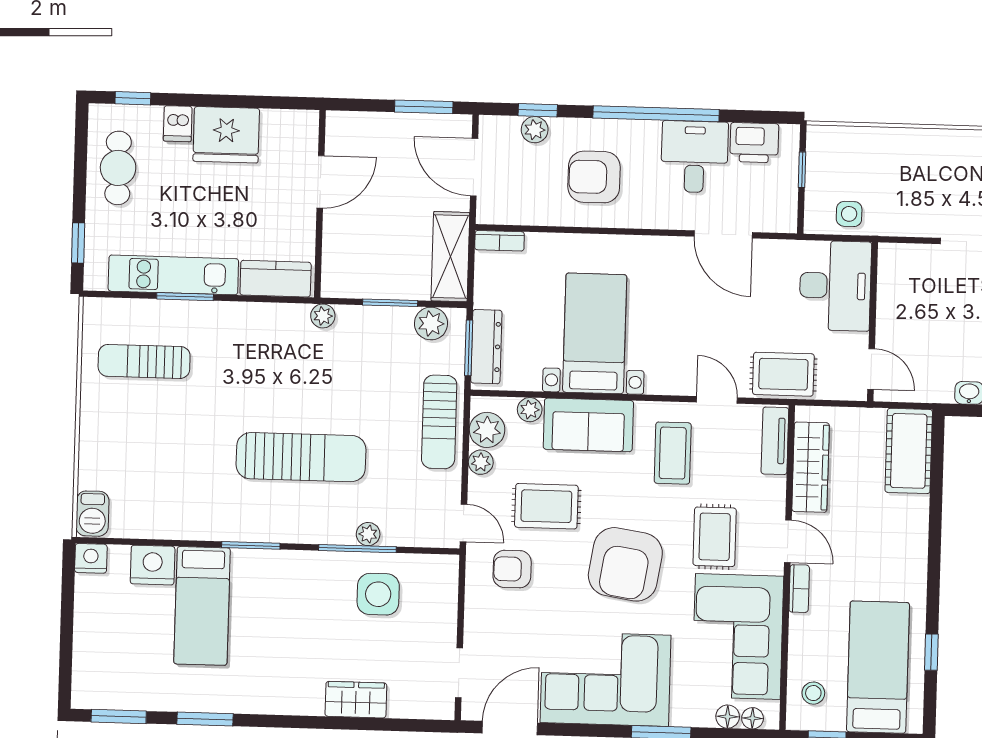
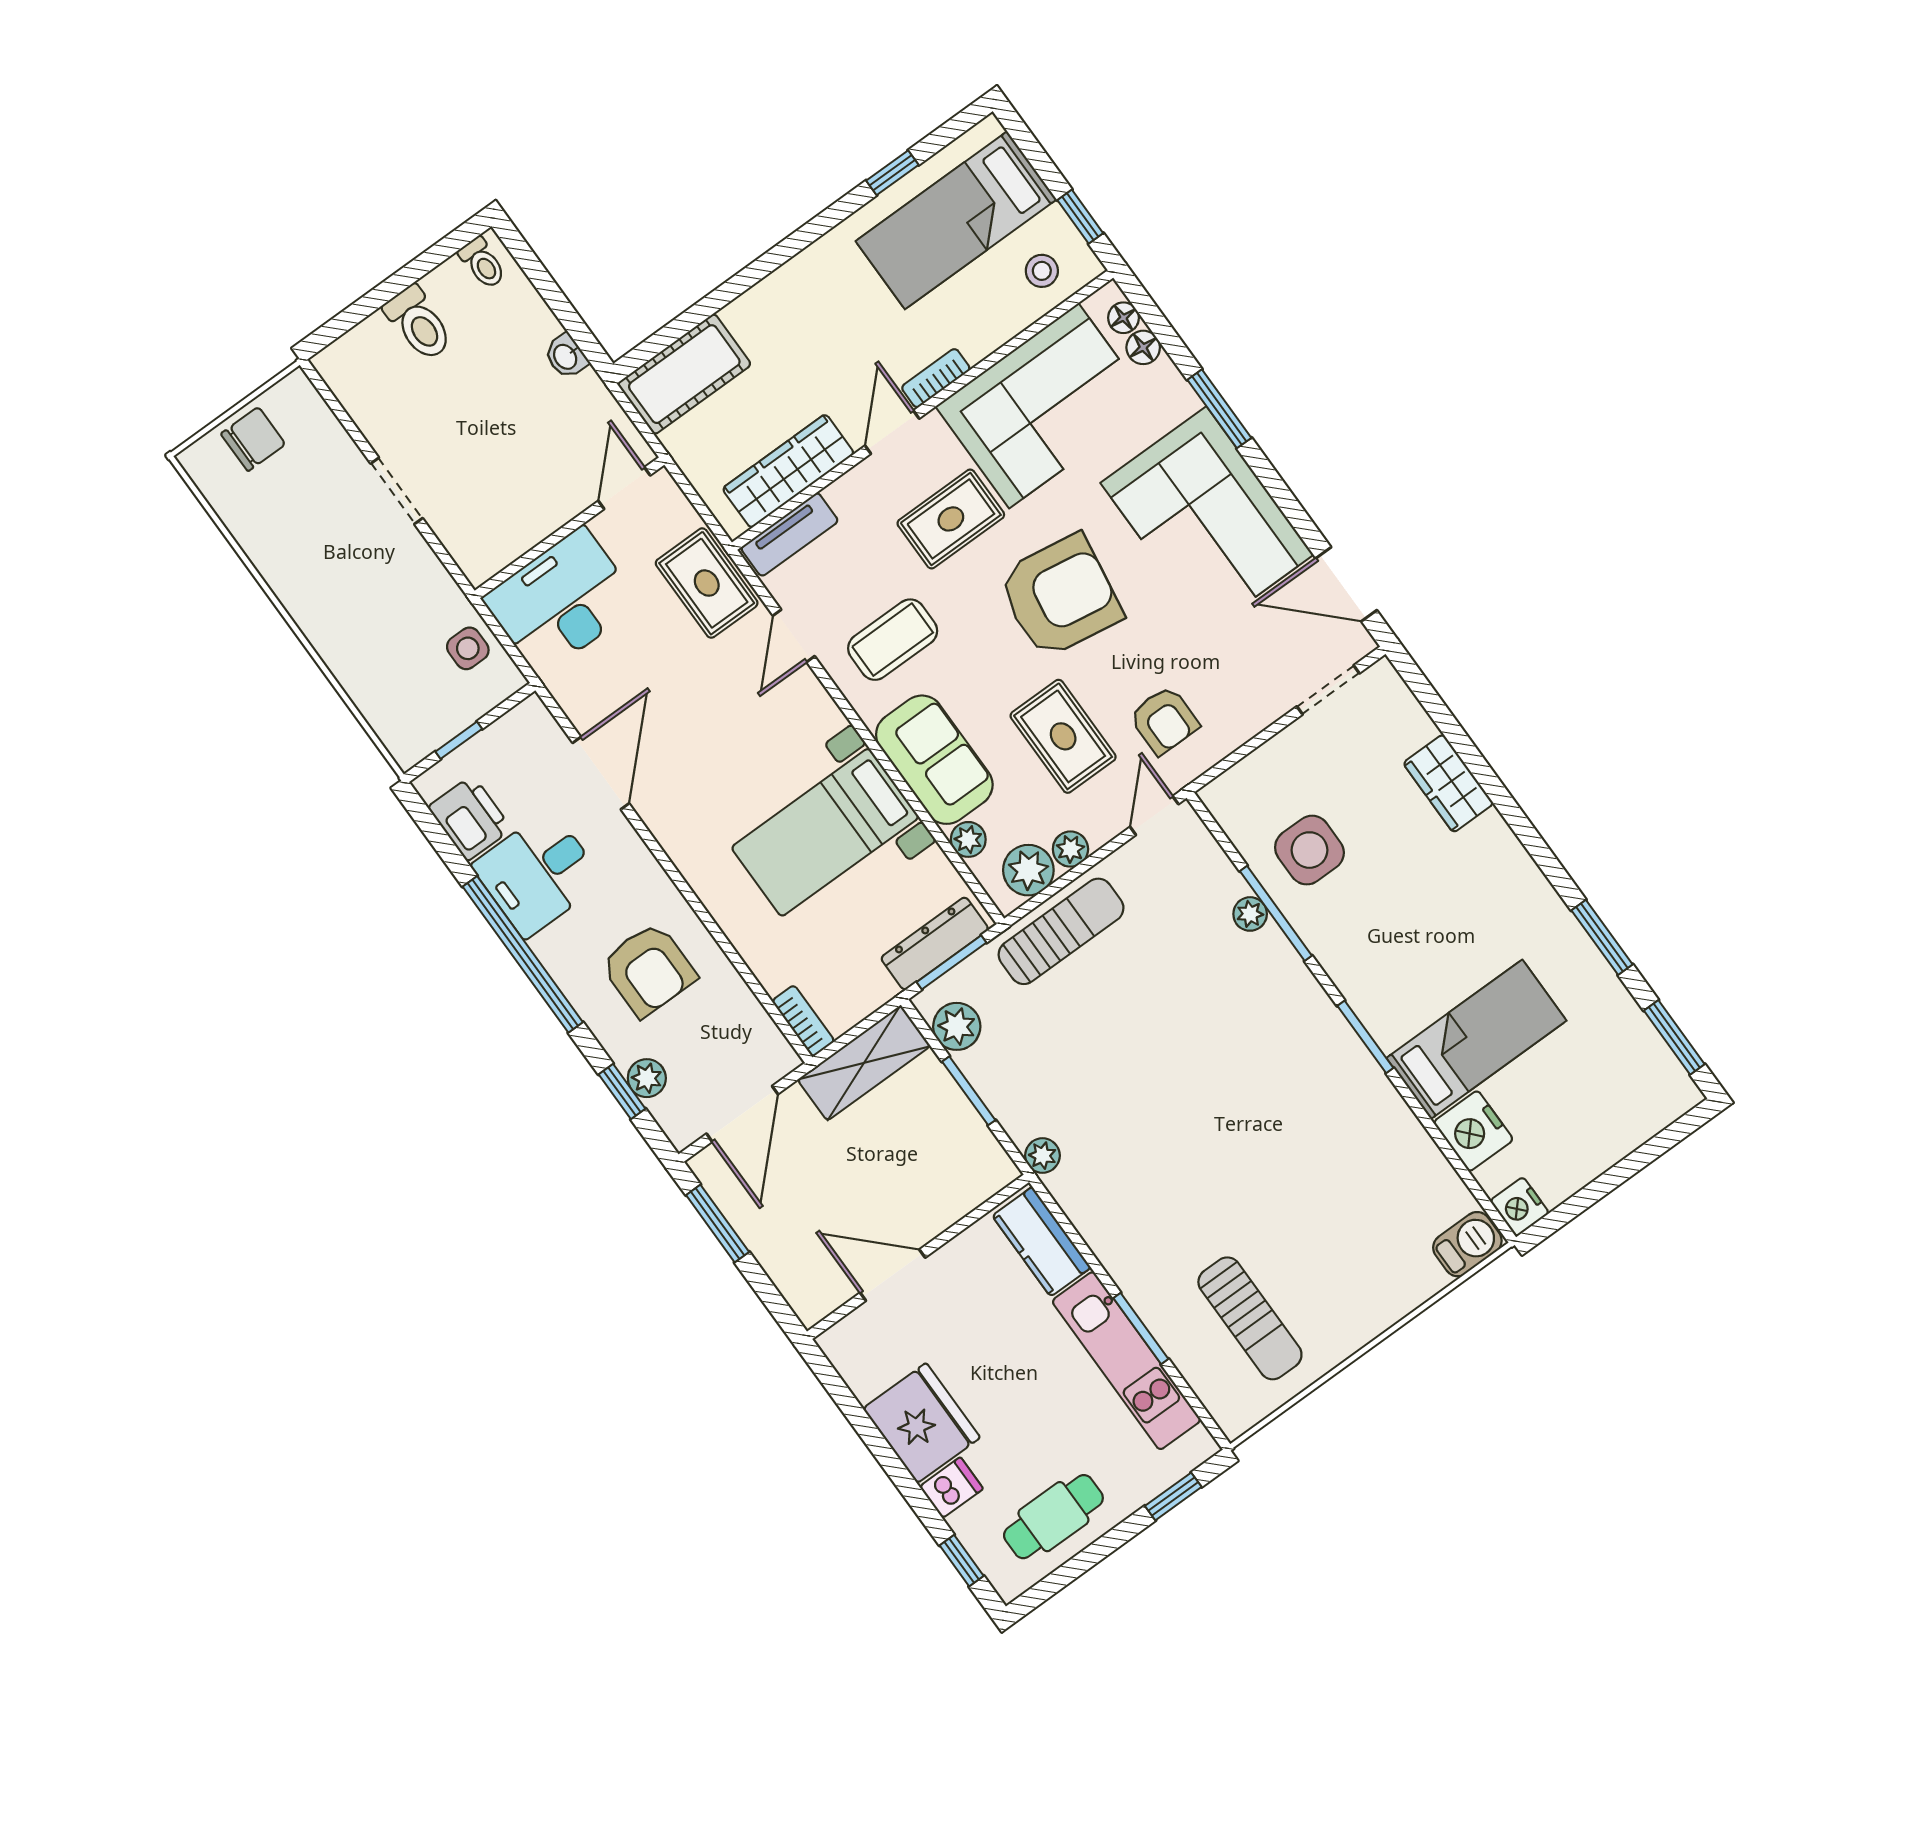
sun lounger: (301, 457) -> (1222, 1057), removed

